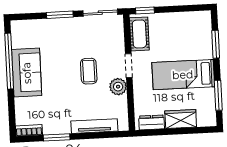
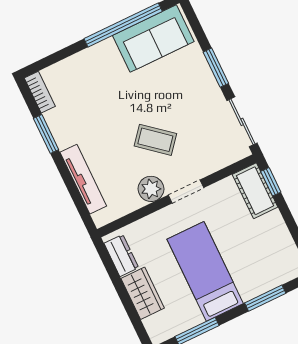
cot: (139, 34) -> (255, 191), moved, turned 90
coffee table: (89, 71) -> (155, 140), turned 40
sofa: (27, 73) -> (153, 38), moved

